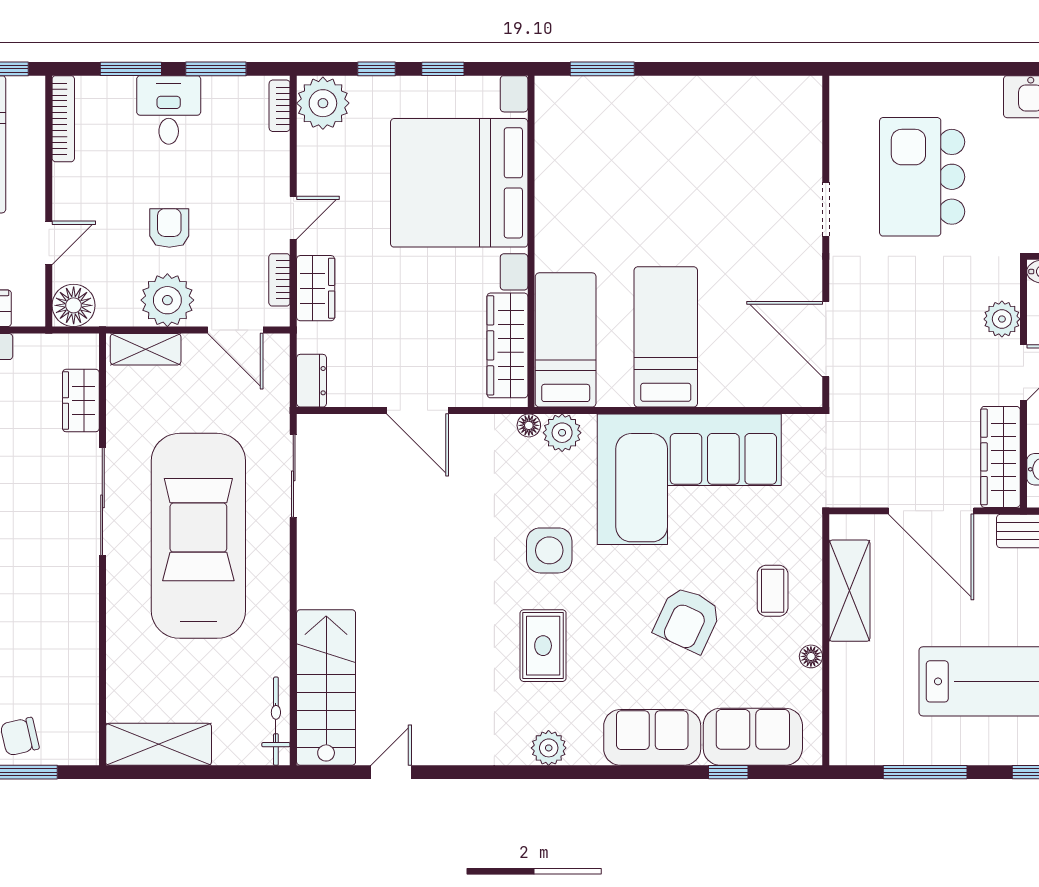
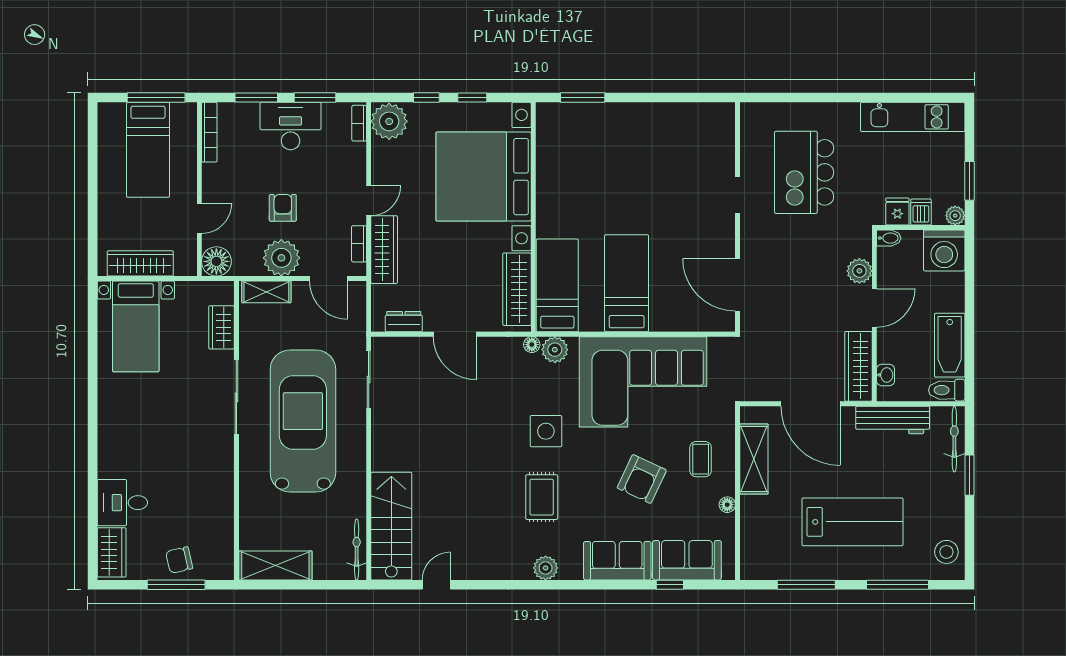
desk: (169, 110) -> (291, 126), width x1.37
wardrobe: (316, 288) -> (384, 250), width x1.50
dresser: (312, 381) -> (404, 322), moved, turned -90

